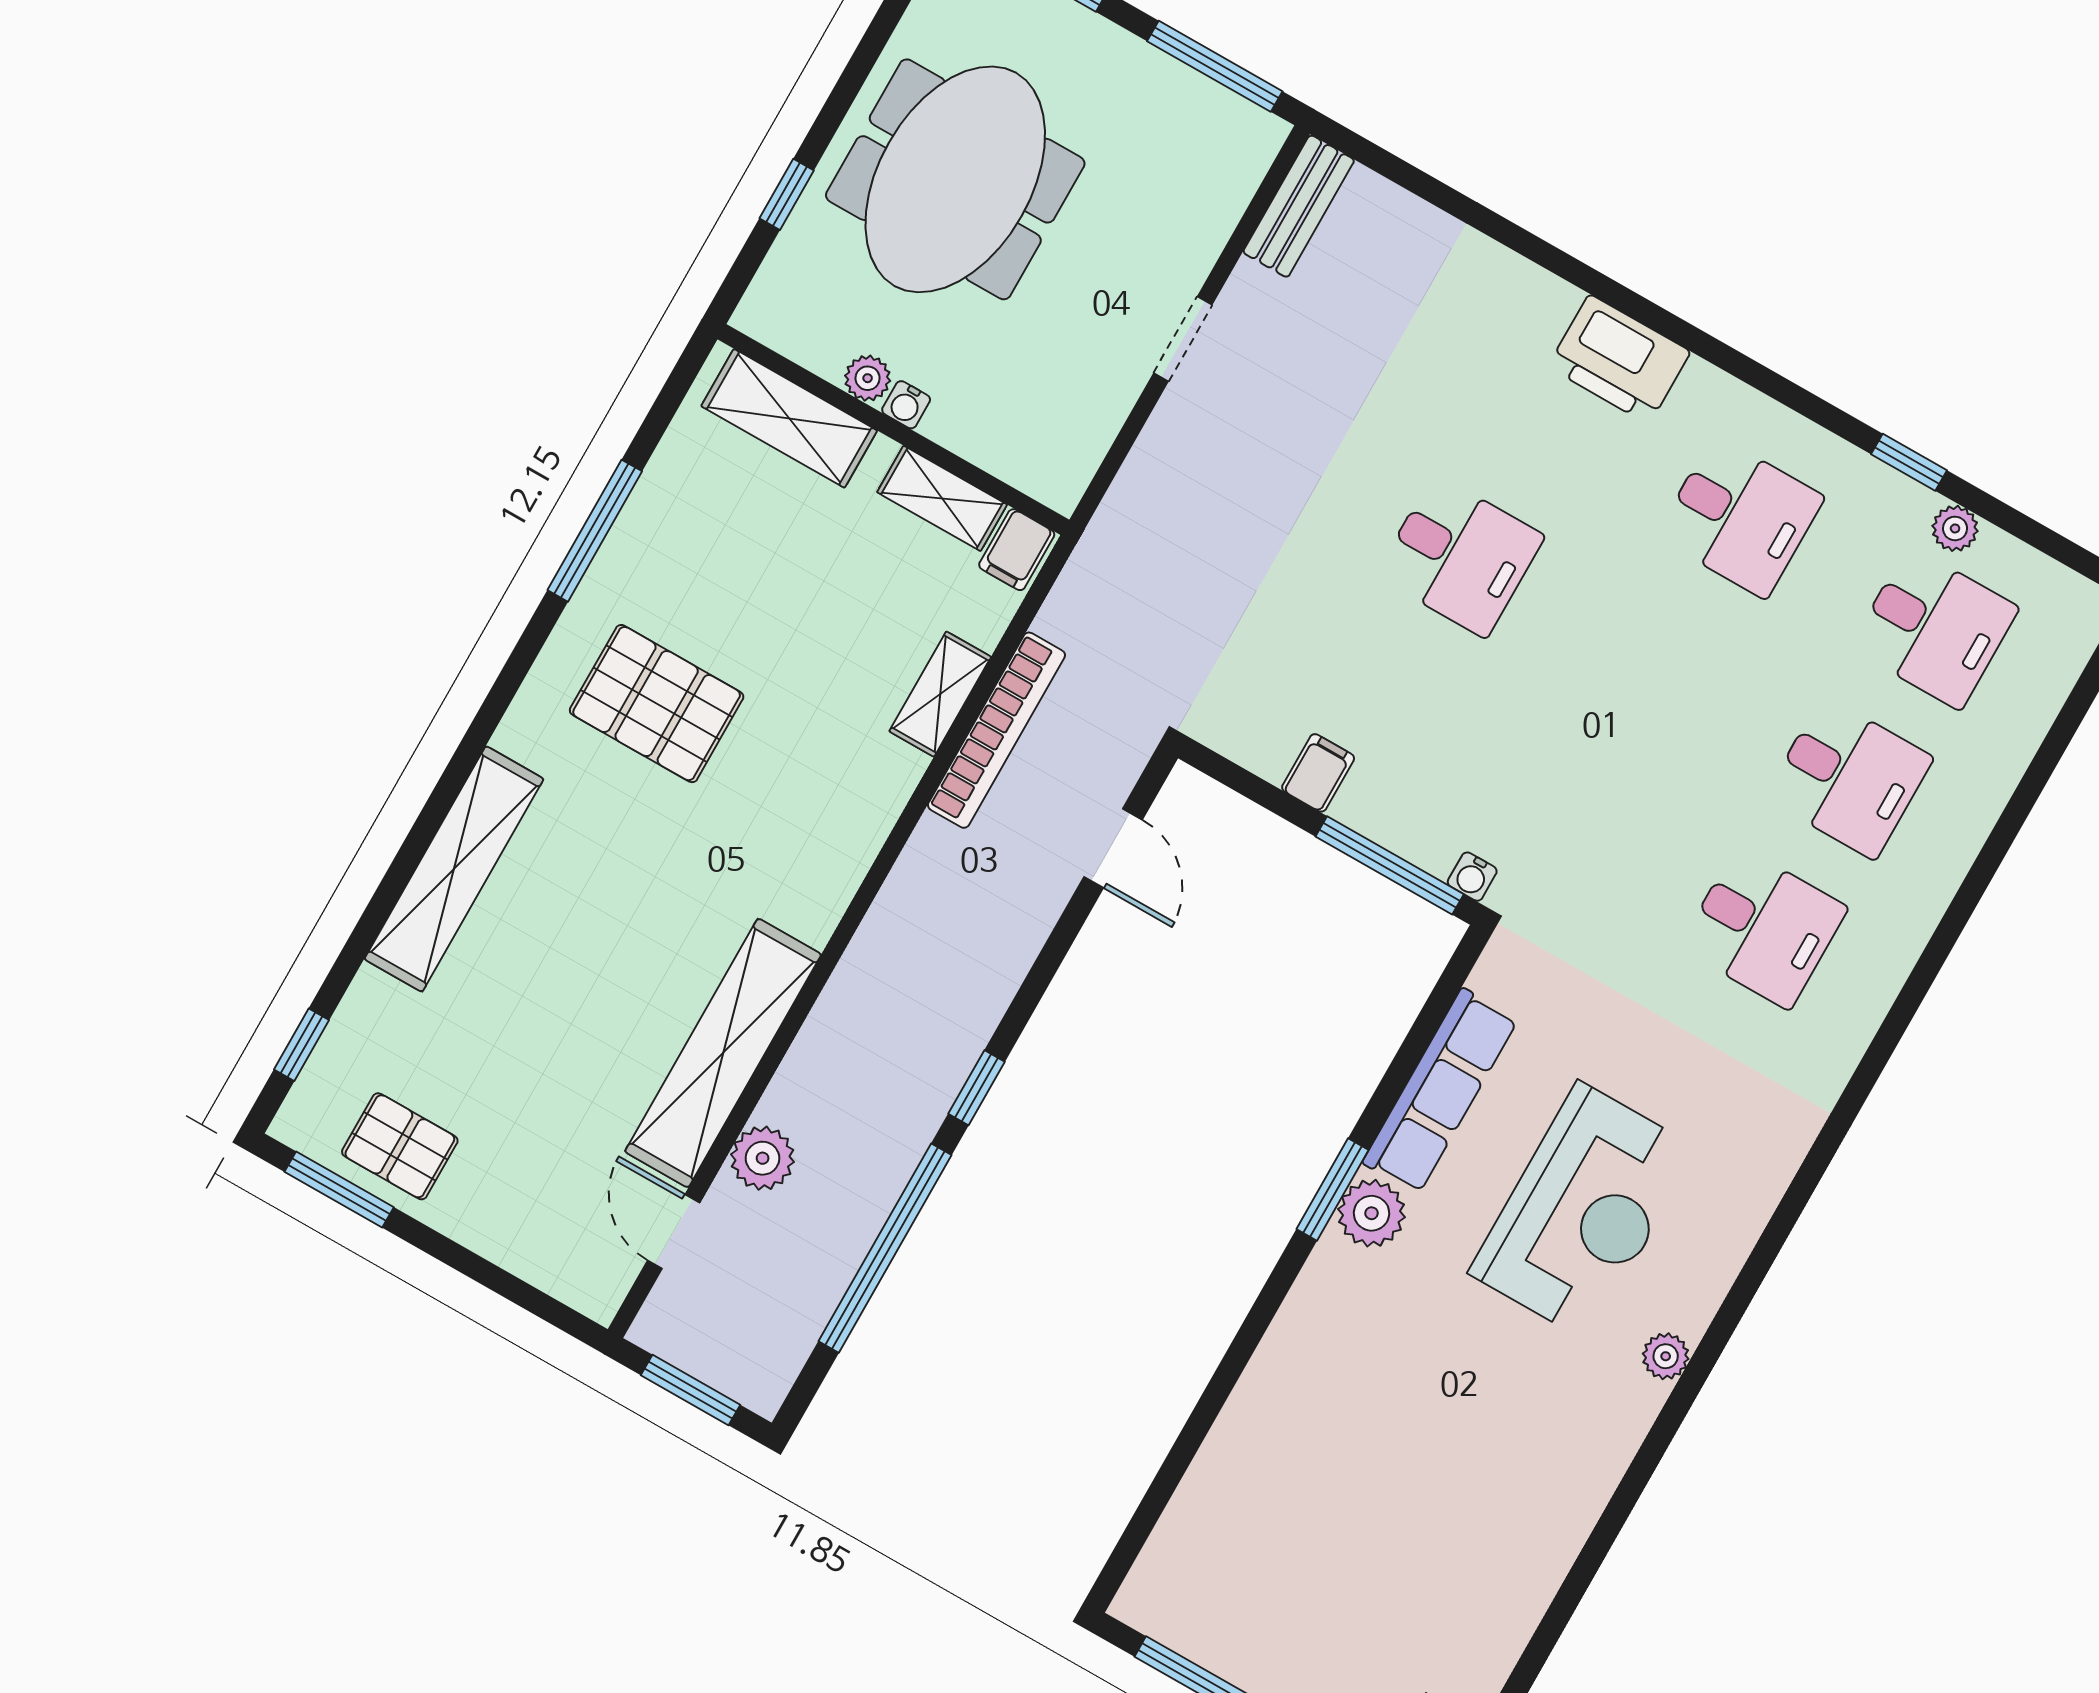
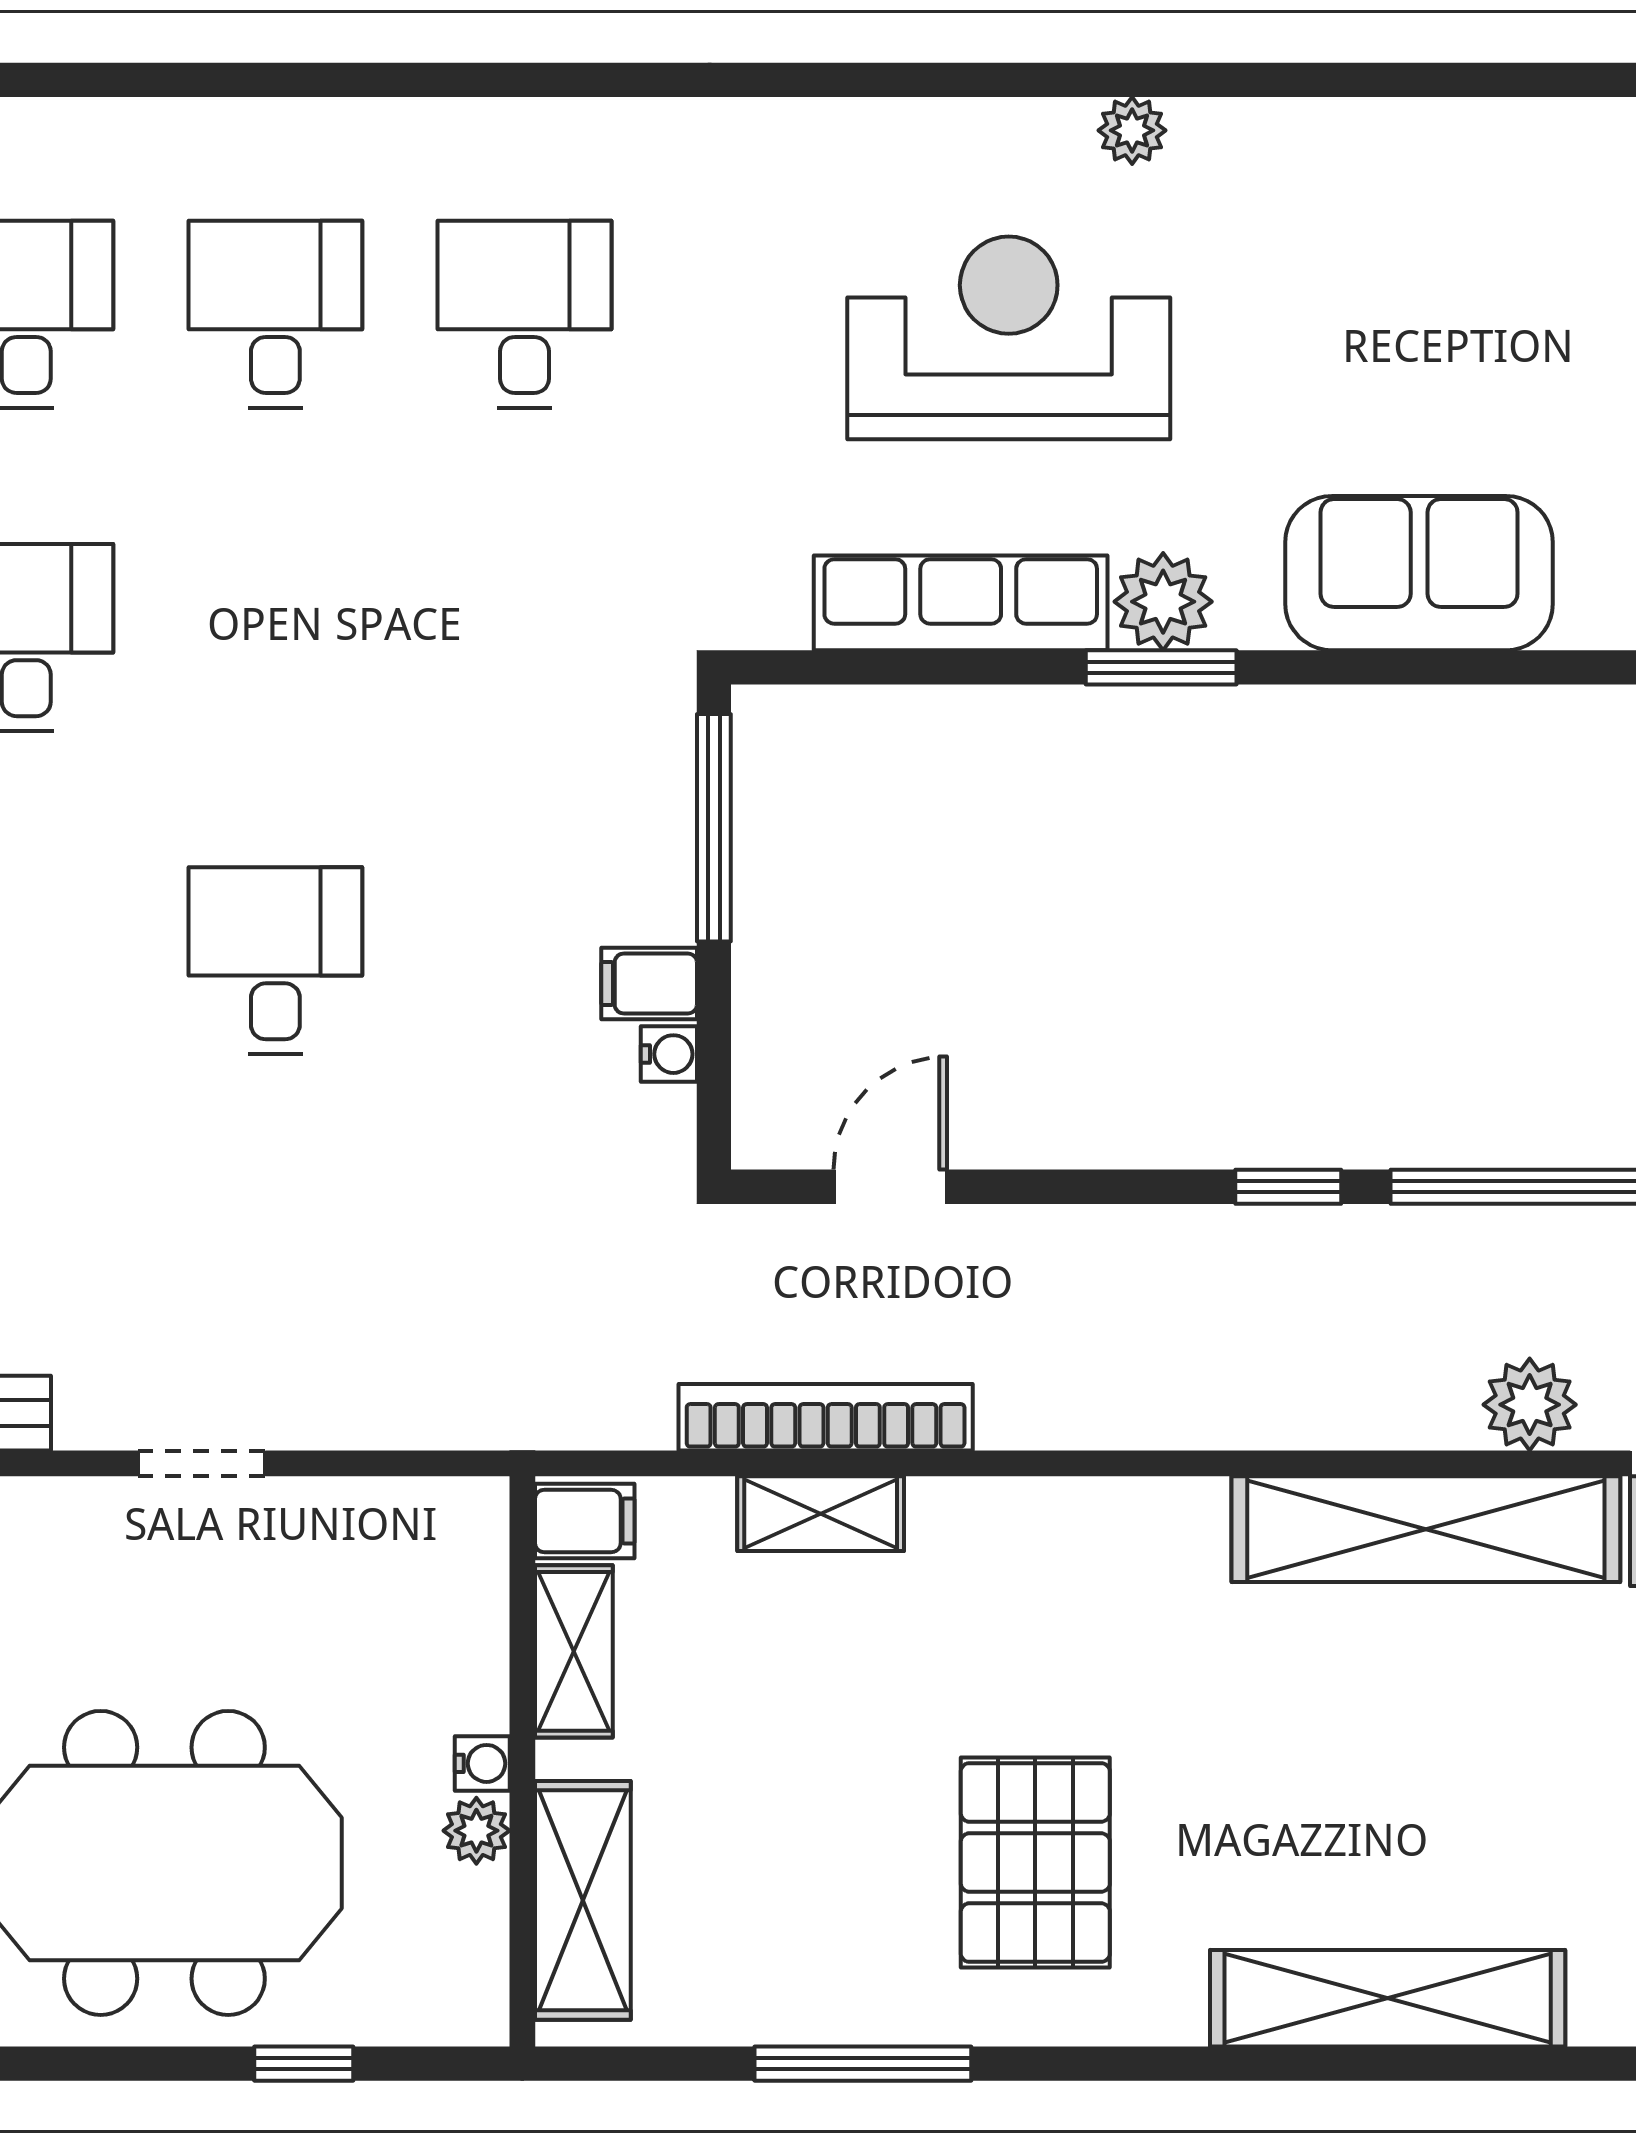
water cooler: (1472, 877) -> (669, 1054), moved
sofa: (1301, 1377) -> (1419, 573), added

